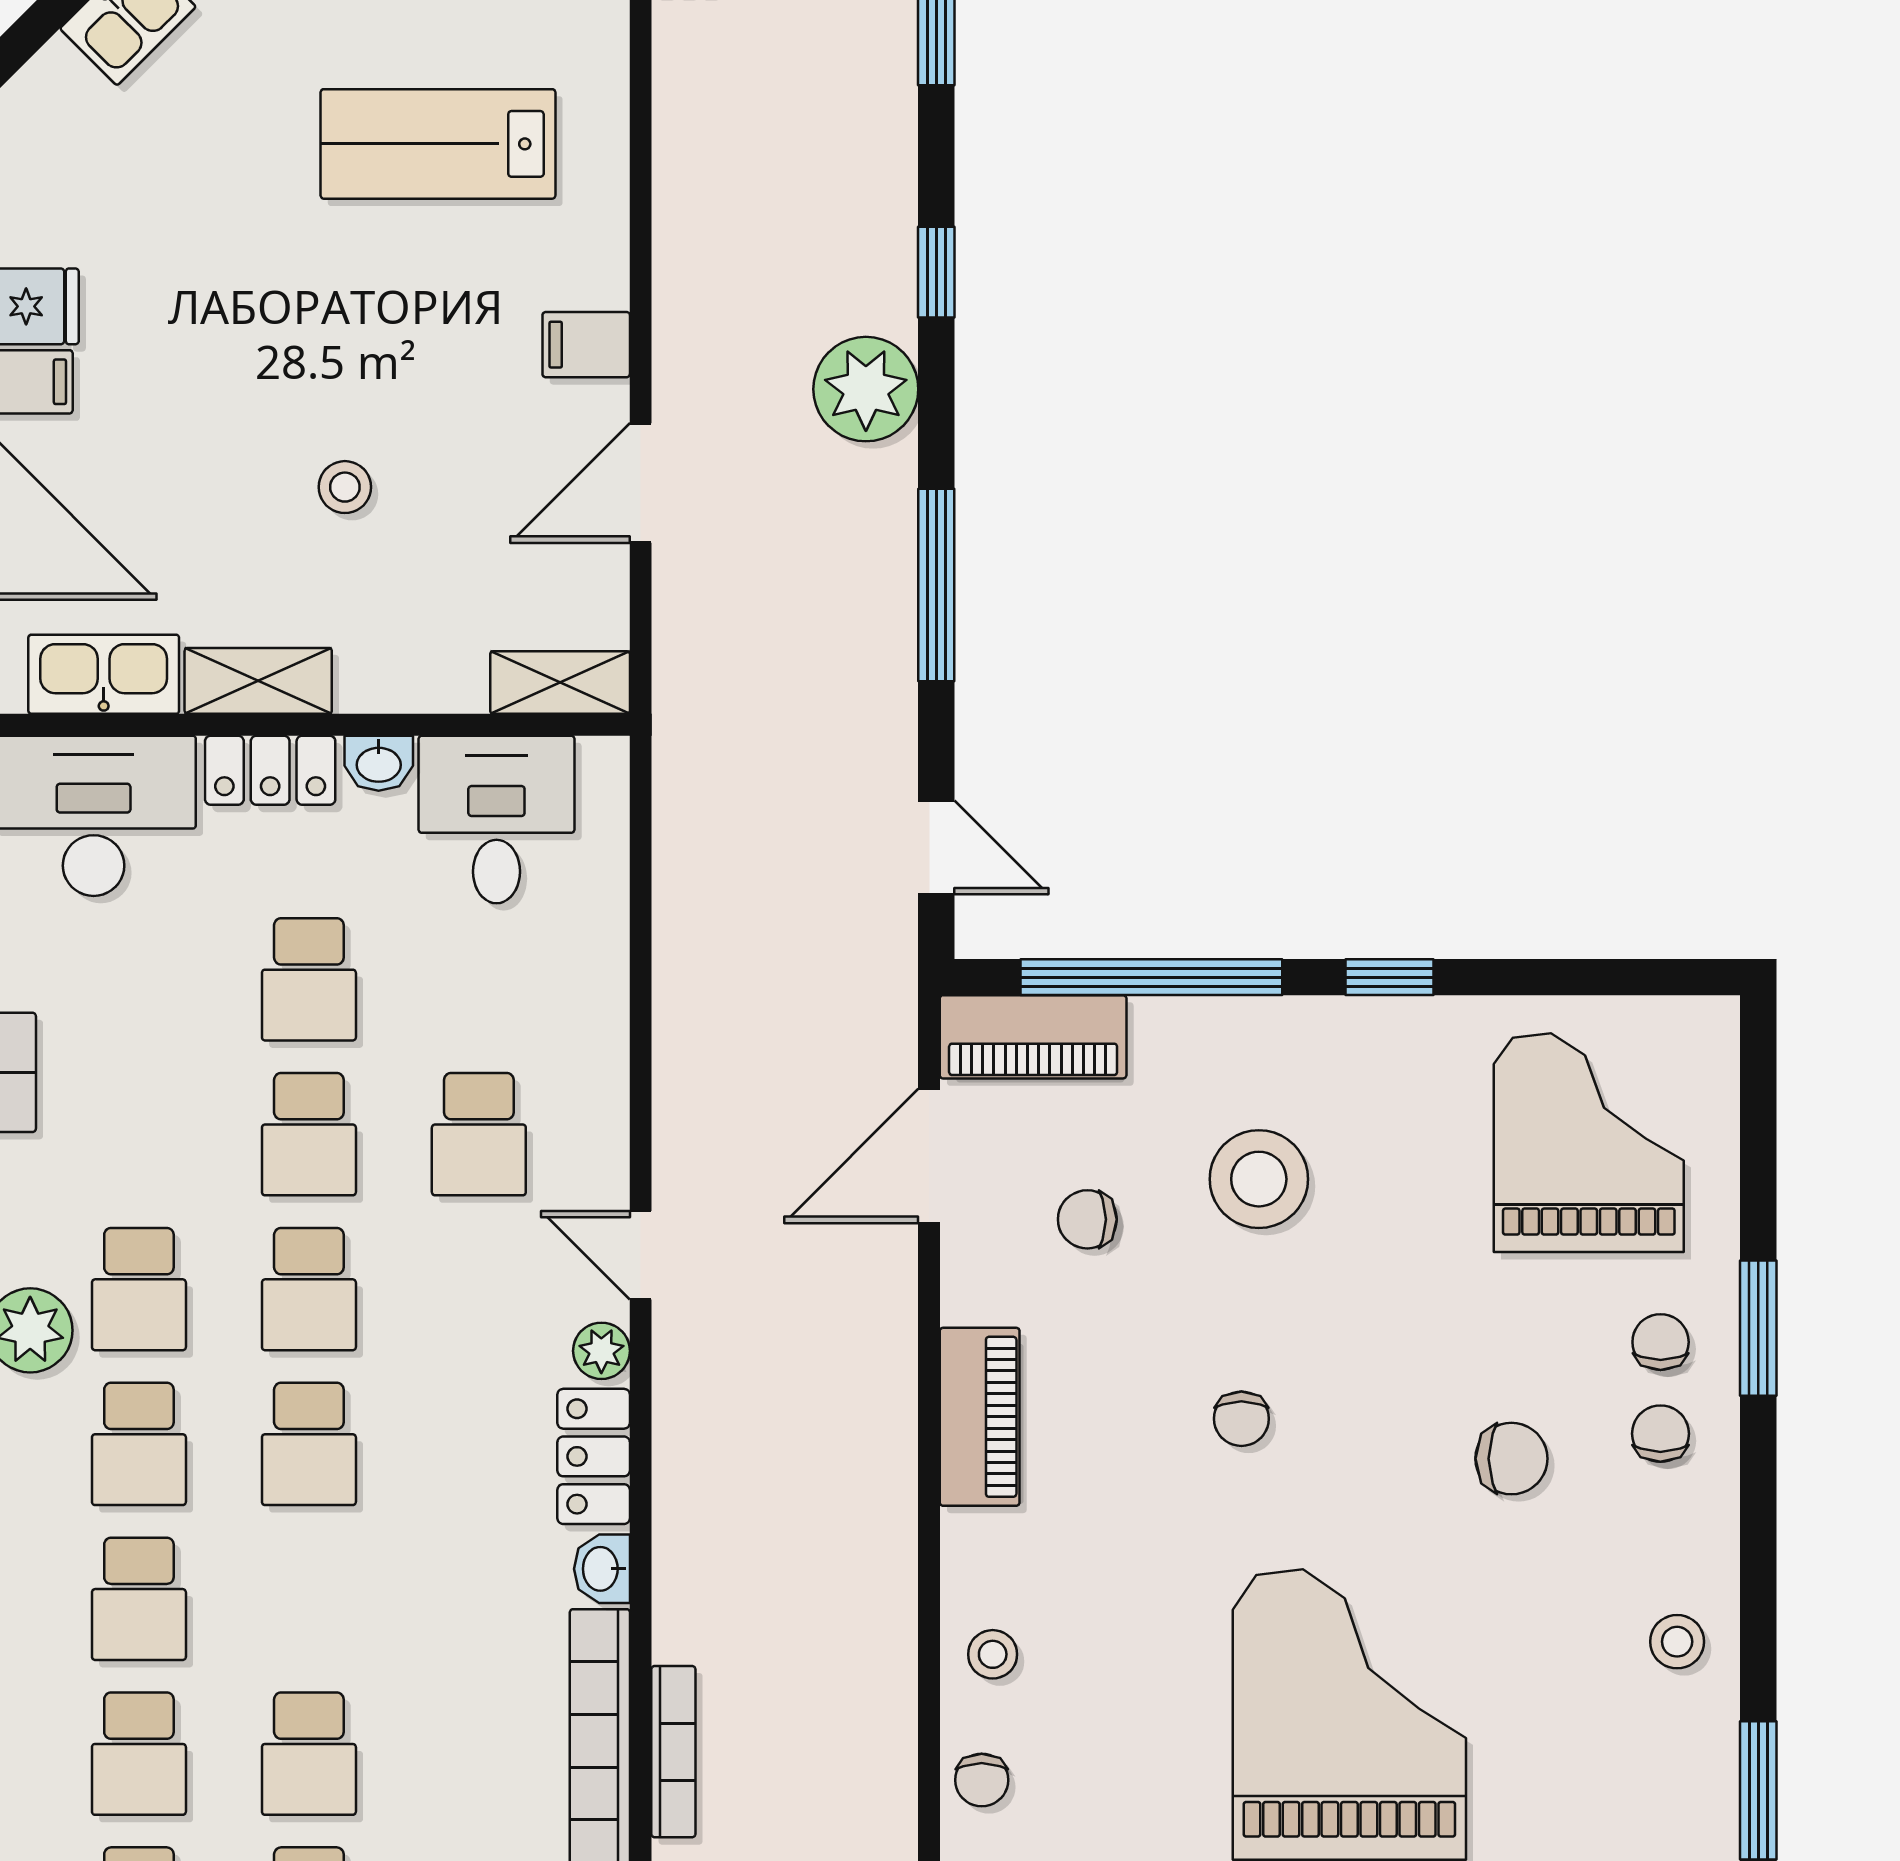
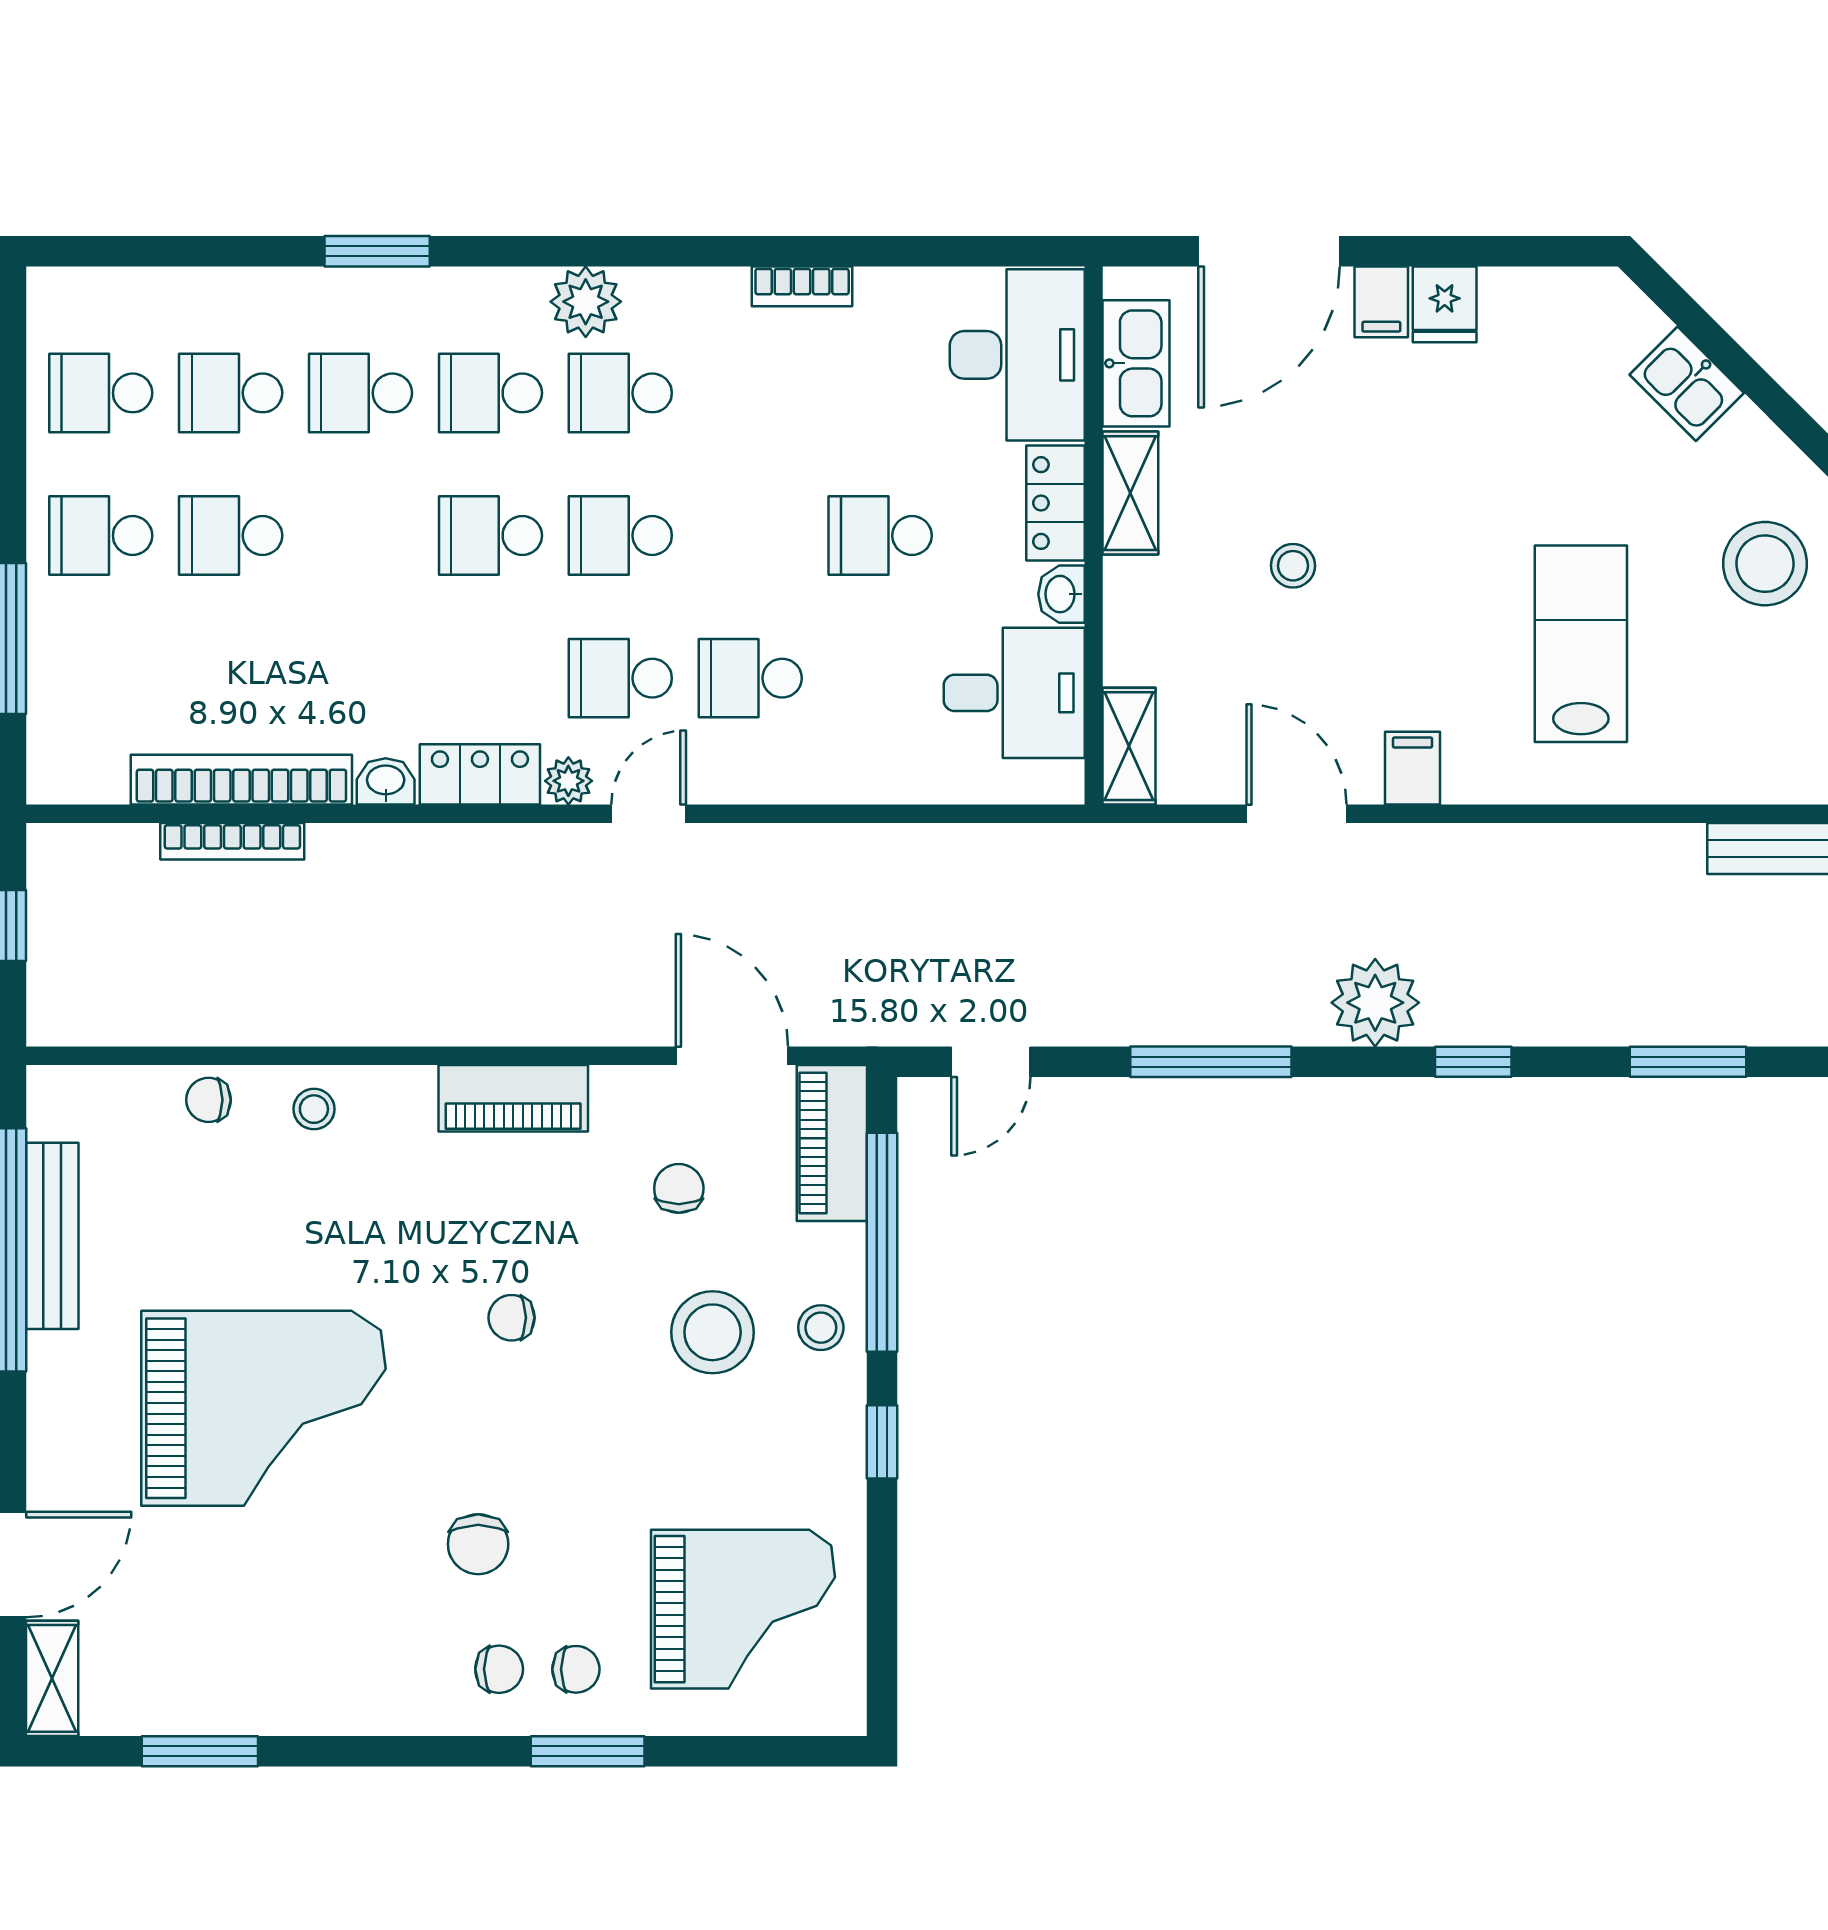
school desk: (309, 1134) -> (620, 678), moved
stool: (1677, 1642) -> (821, 1328), moved

